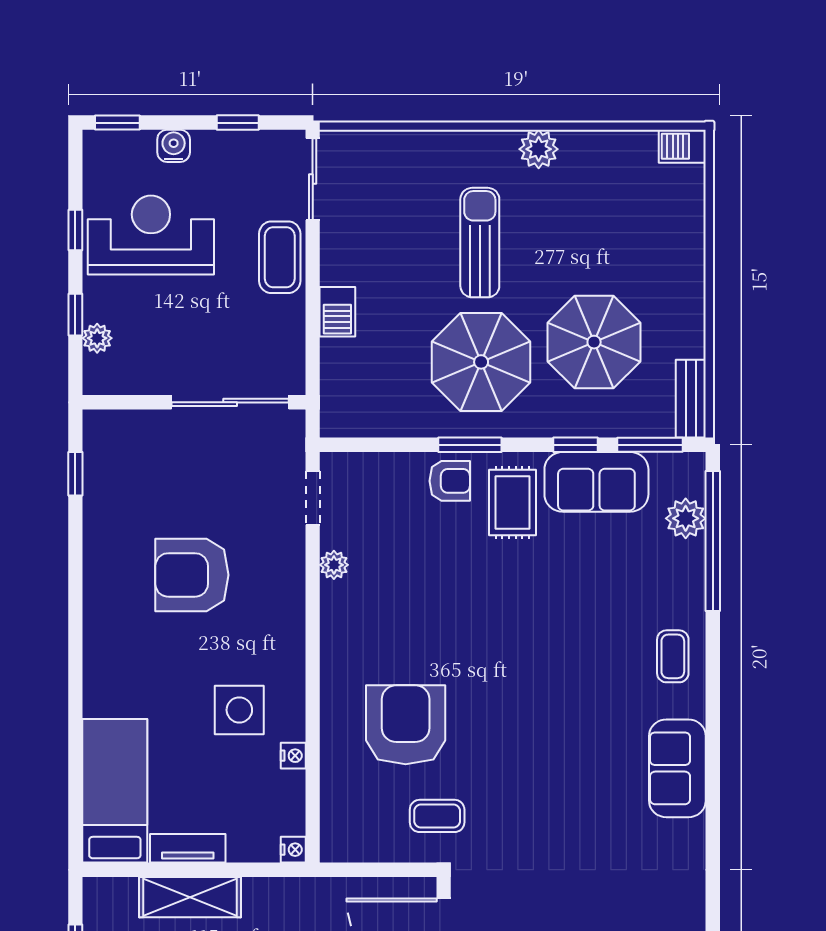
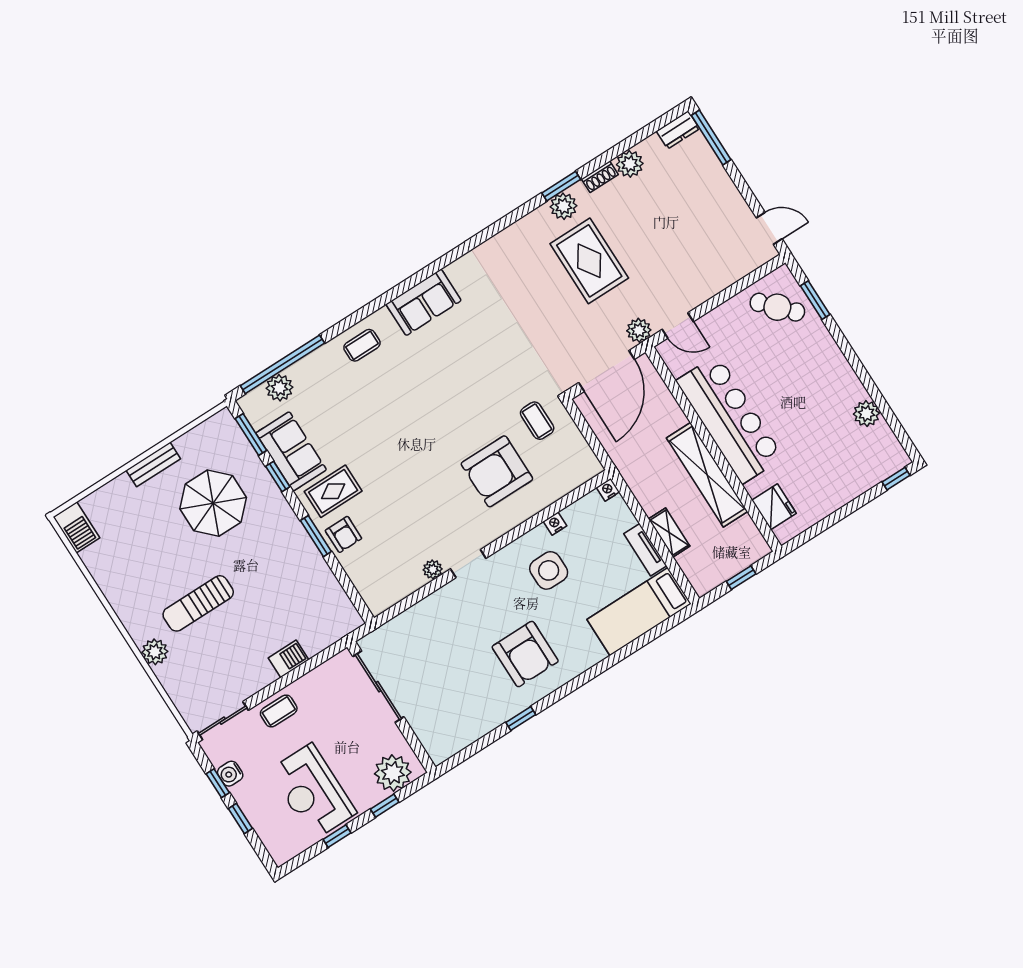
window: (117, 123) -> (240, 818), moved
water cooler: (174, 146) -> (230, 774), moved
barbecue: (682, 146) -> (76, 527), width x1.38, depth x1.27
plant: (539, 149) -> (155, 652), moved
coffee table: (280, 257) -> (279, 711), width x0.73, depth x0.77
plant: (97, 338) -> (393, 773), width x1.87, depth x1.87
parasol: (481, 362) -> (265, 560), removed
bench: (691, 399) -> (153, 464), moved
window: (75, 474) -> (521, 719), moved
armchair: (450, 481) -> (343, 534), turned 180
doorway: (313, 498) -> (468, 564), moved
armchair: (192, 575) -> (525, 654), moved
shelving: (190, 897) -> (669, 533), width x0.67, depth x0.75

